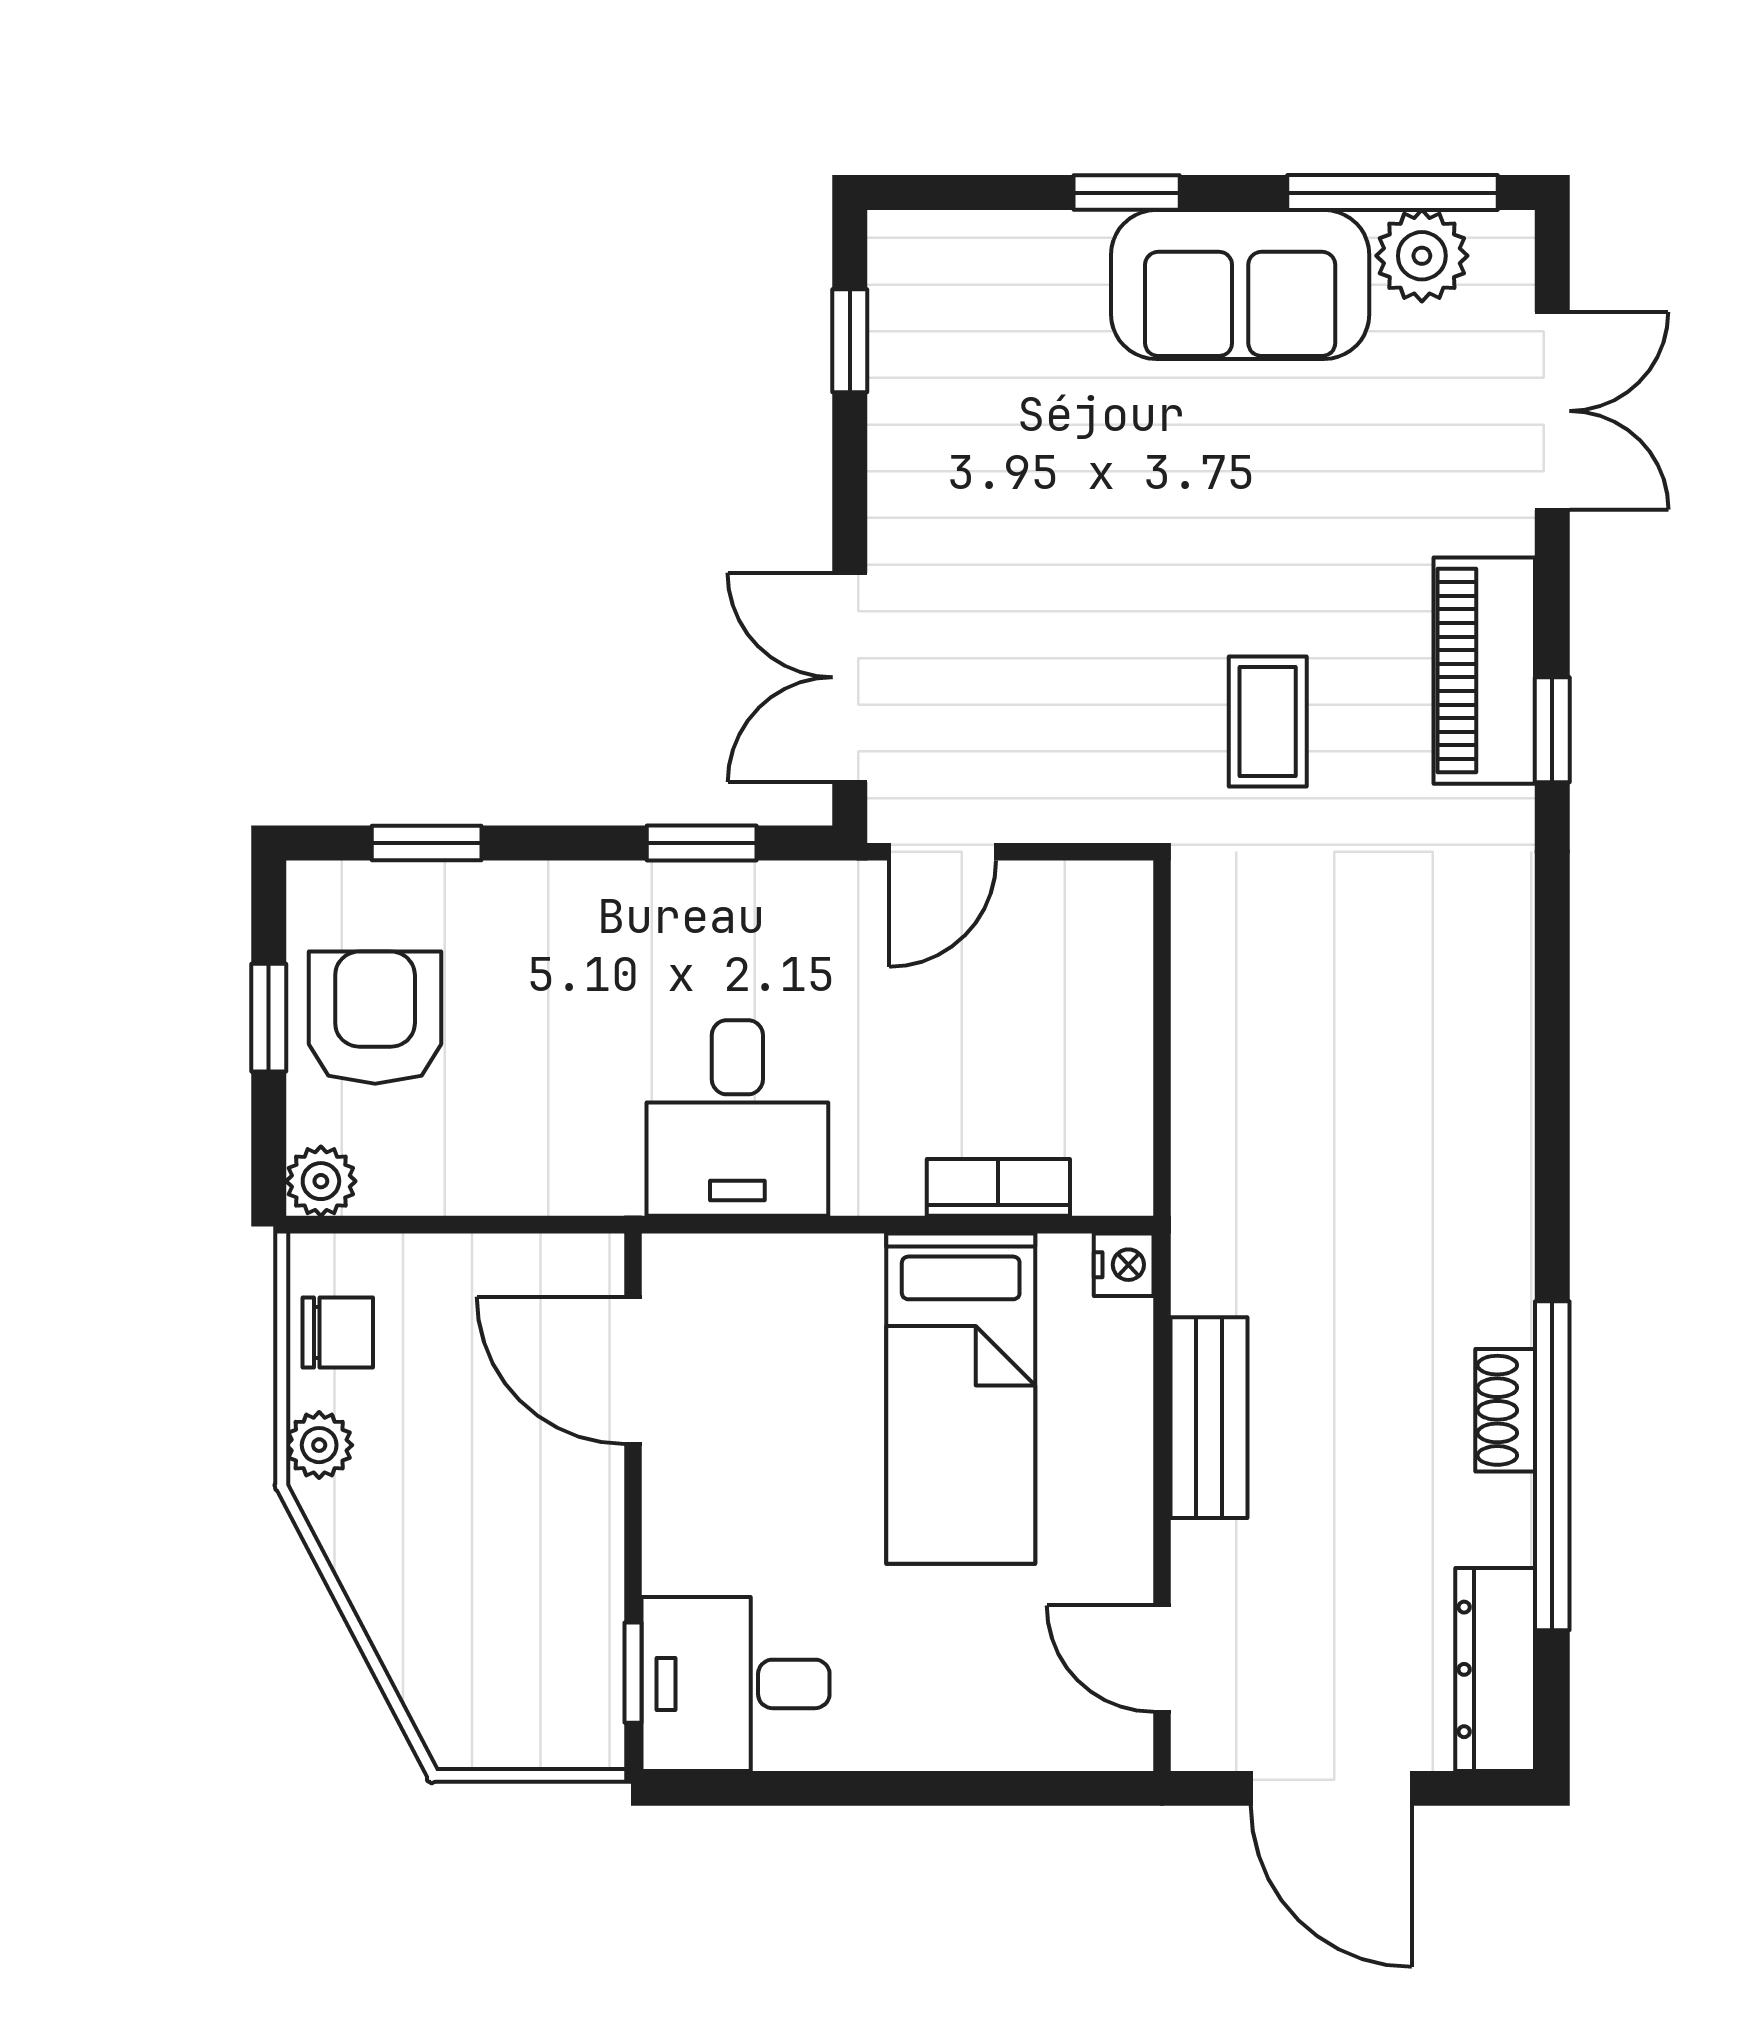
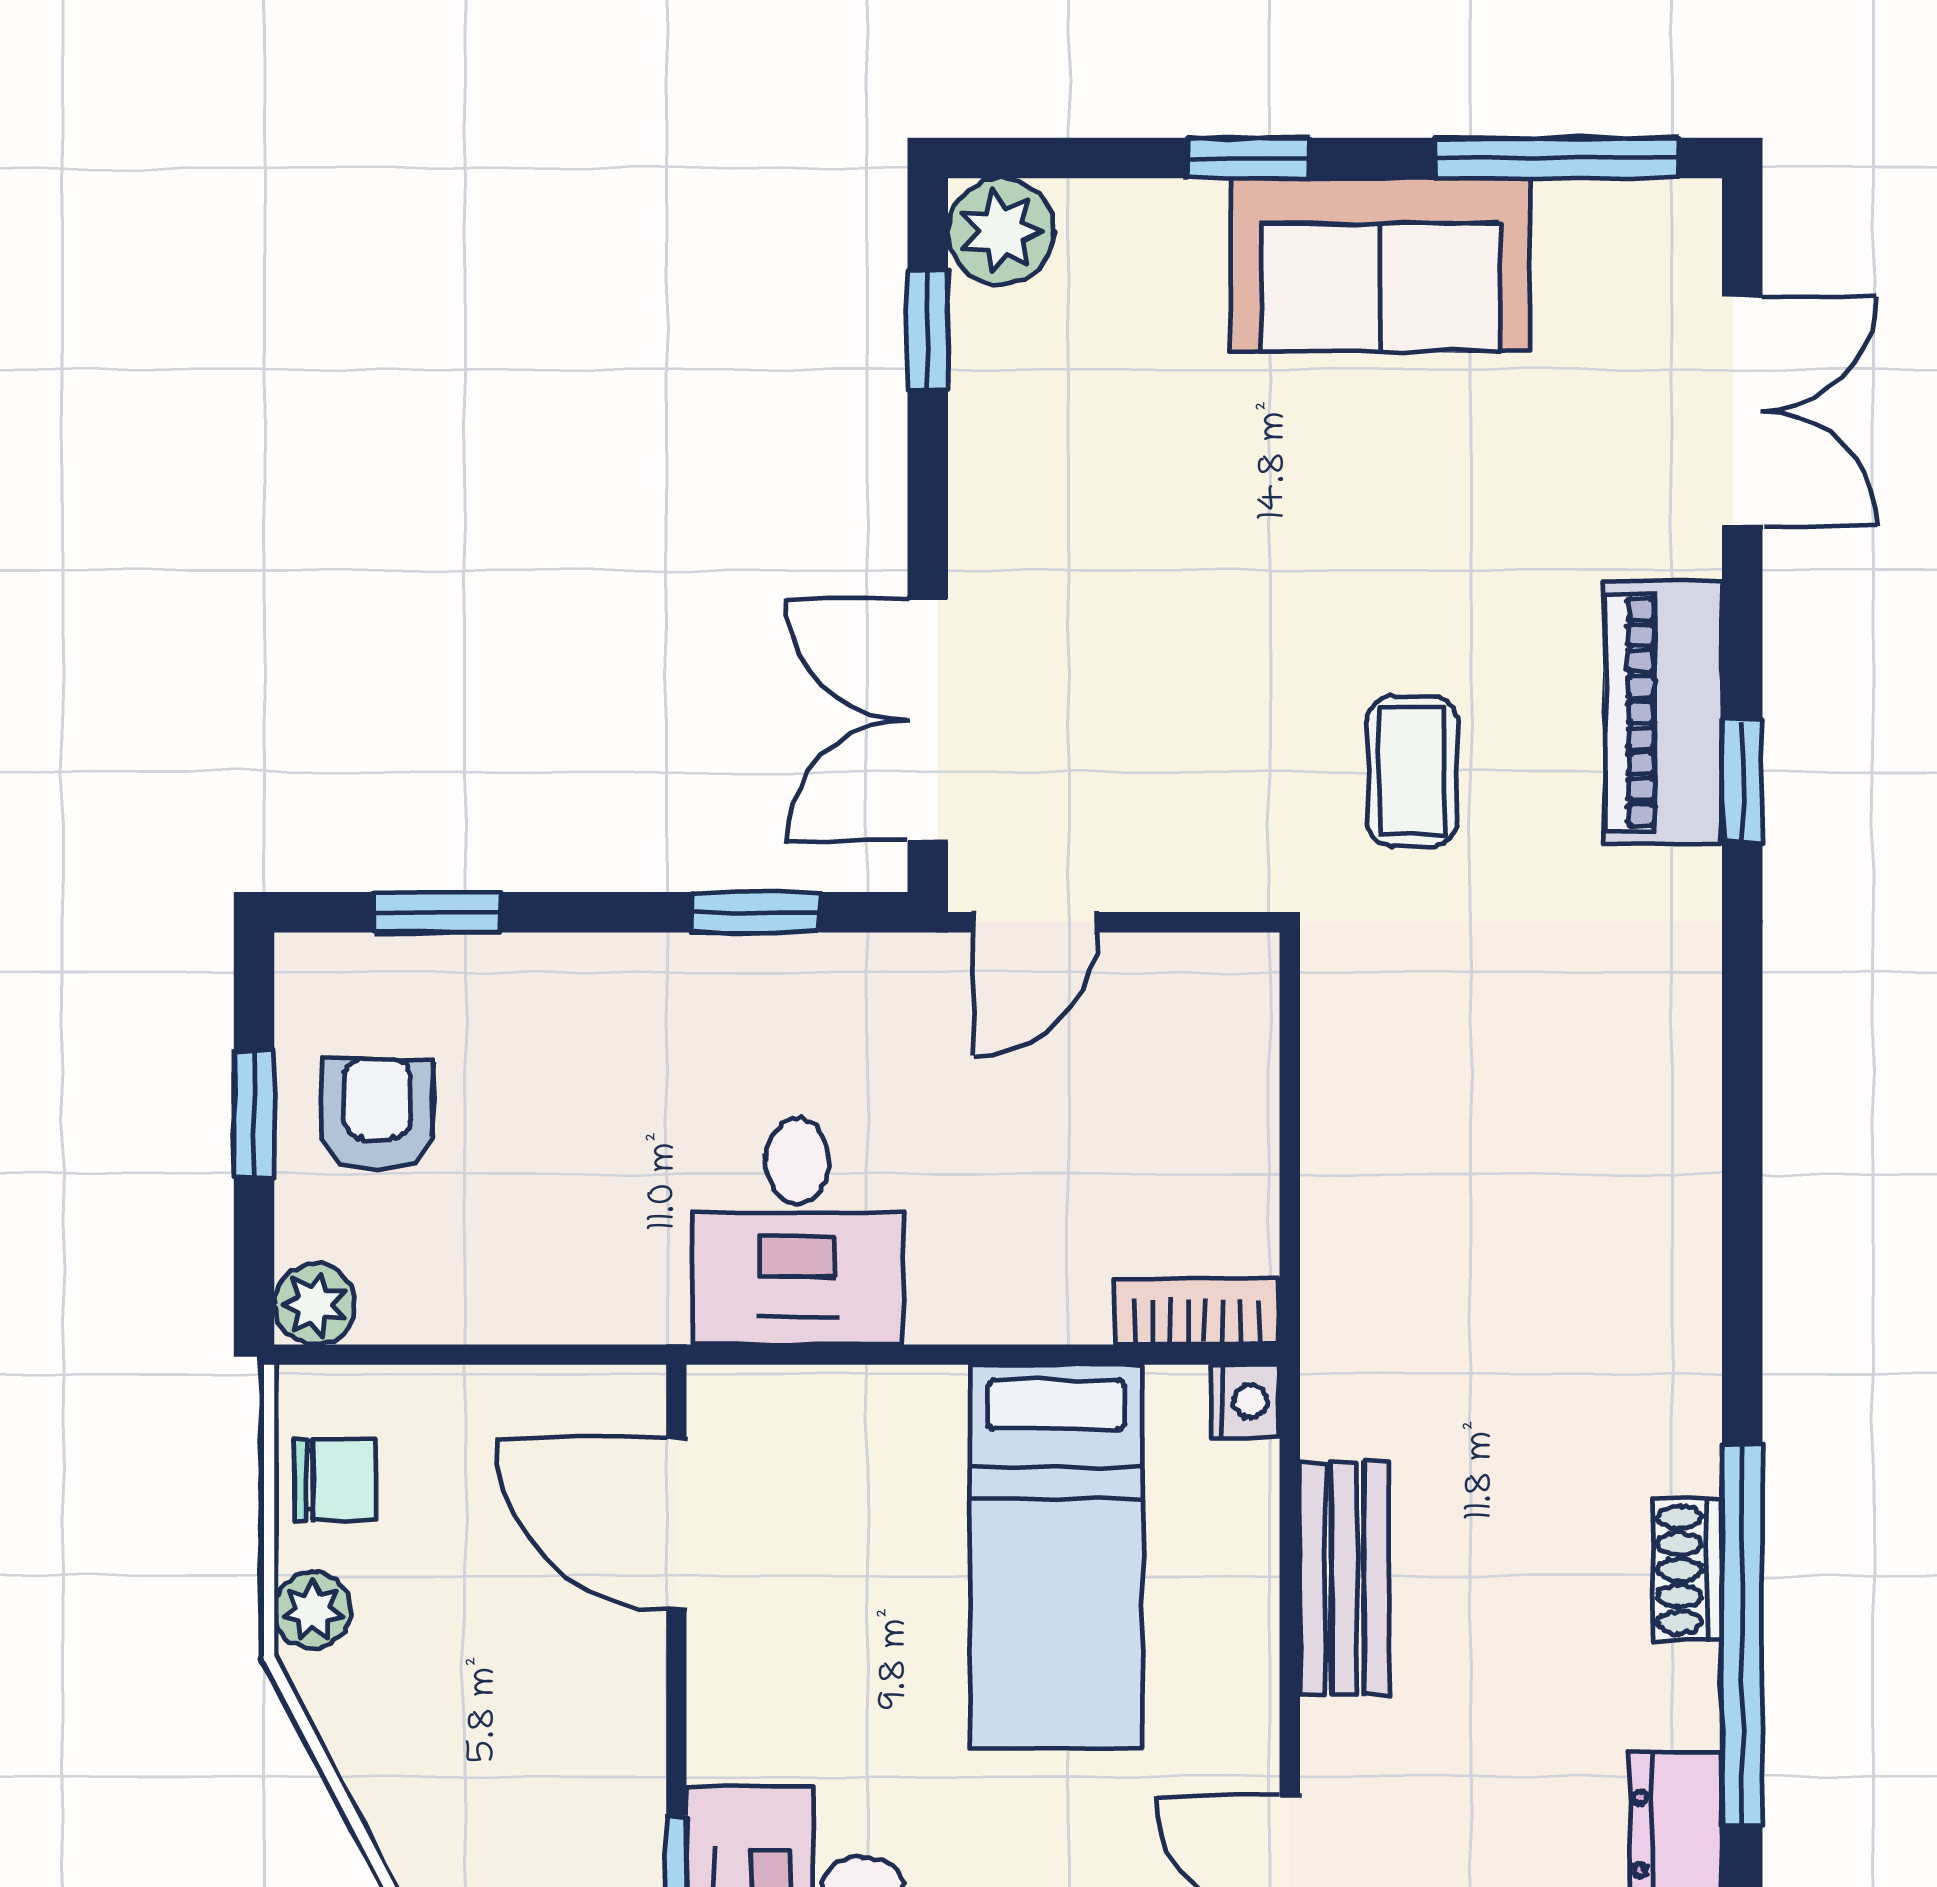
plant: (1422, 256) -> (1001, 231), moved
armchair: (375, 1018) -> (377, 1115), width x0.72, depth x0.72
bookcase: (998, 1187) -> (1197, 1311), moved

